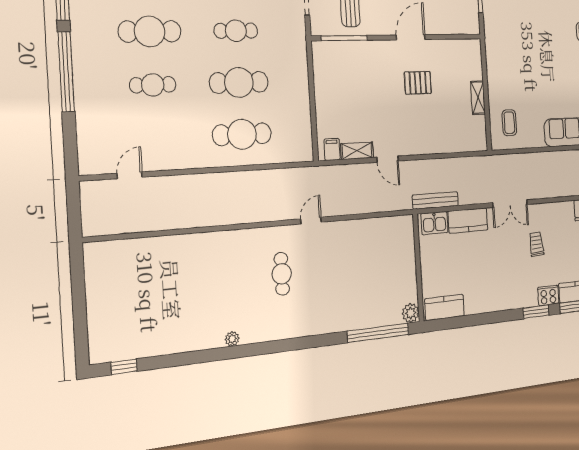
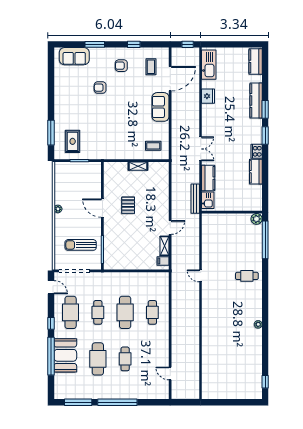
cafe table: (242, 134) -> (152, 312), width x0.73, depth x0.74
trolley: (536, 244) -> (226, 132), removed
cafe table: (282, 274) -> (247, 276), moved
cooker: (548, 295) -> (257, 151), moved
kitchen counter: (445, 307) -> (256, 172), moved

